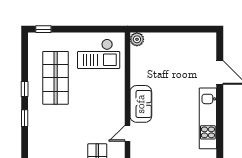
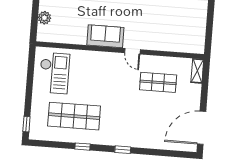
plant: (137, 39) -> (44, 18), moved
window: (25, 118) -> (123, 150), moved

